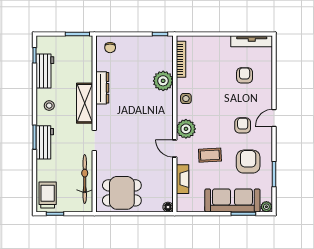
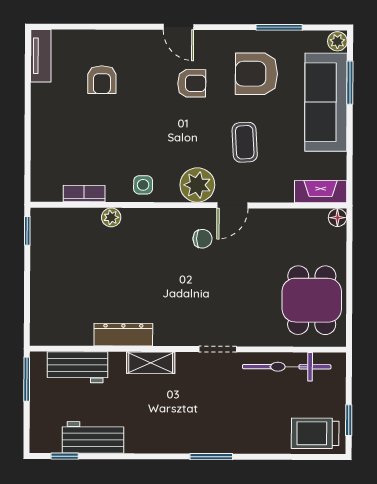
tv unit: (252, 41) -> (41, 56), width x0.71
chair: (110, 48) -> (202, 239), moved
bookcase: (181, 59) -> (84, 194), width x0.64
armchair: (245, 75) -> (102, 80), turned -90
plant: (163, 81) -> (111, 217), width x0.53, depth x0.53
shelving: (85, 103) -> (151, 363), width x0.67, depth x0.75
stool: (49, 106) -> (155, 430), removed
armchair: (243, 125) -> (192, 83), turned 180
workbench: (45, 142) -> (78, 367), moved, turned 180
fireplace: (183, 179) -> (321, 192), moved

